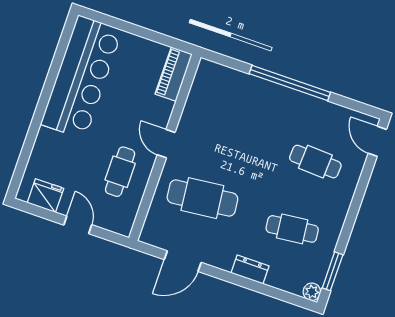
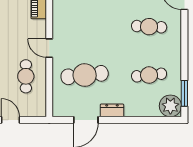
dresser: (250, 270) -> (112, 110), moved
plant: (312, 292) -> (170, 106), width x1.88, depth x1.88

